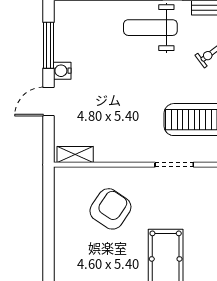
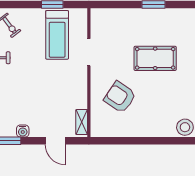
door: (48, 102) -> (55, 141), moved

